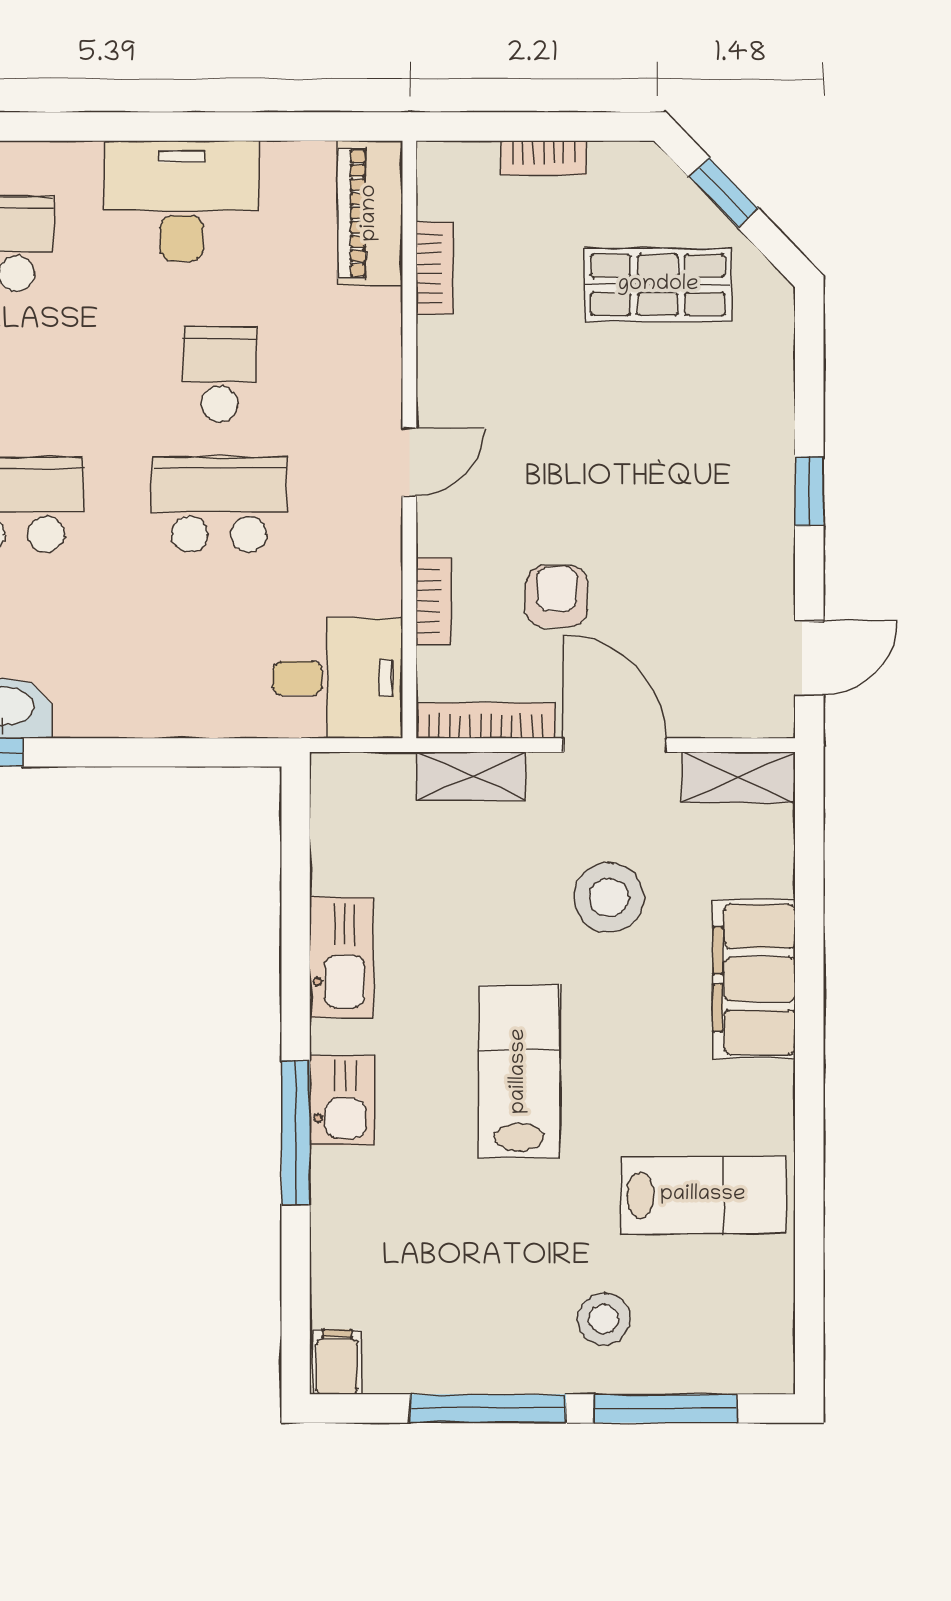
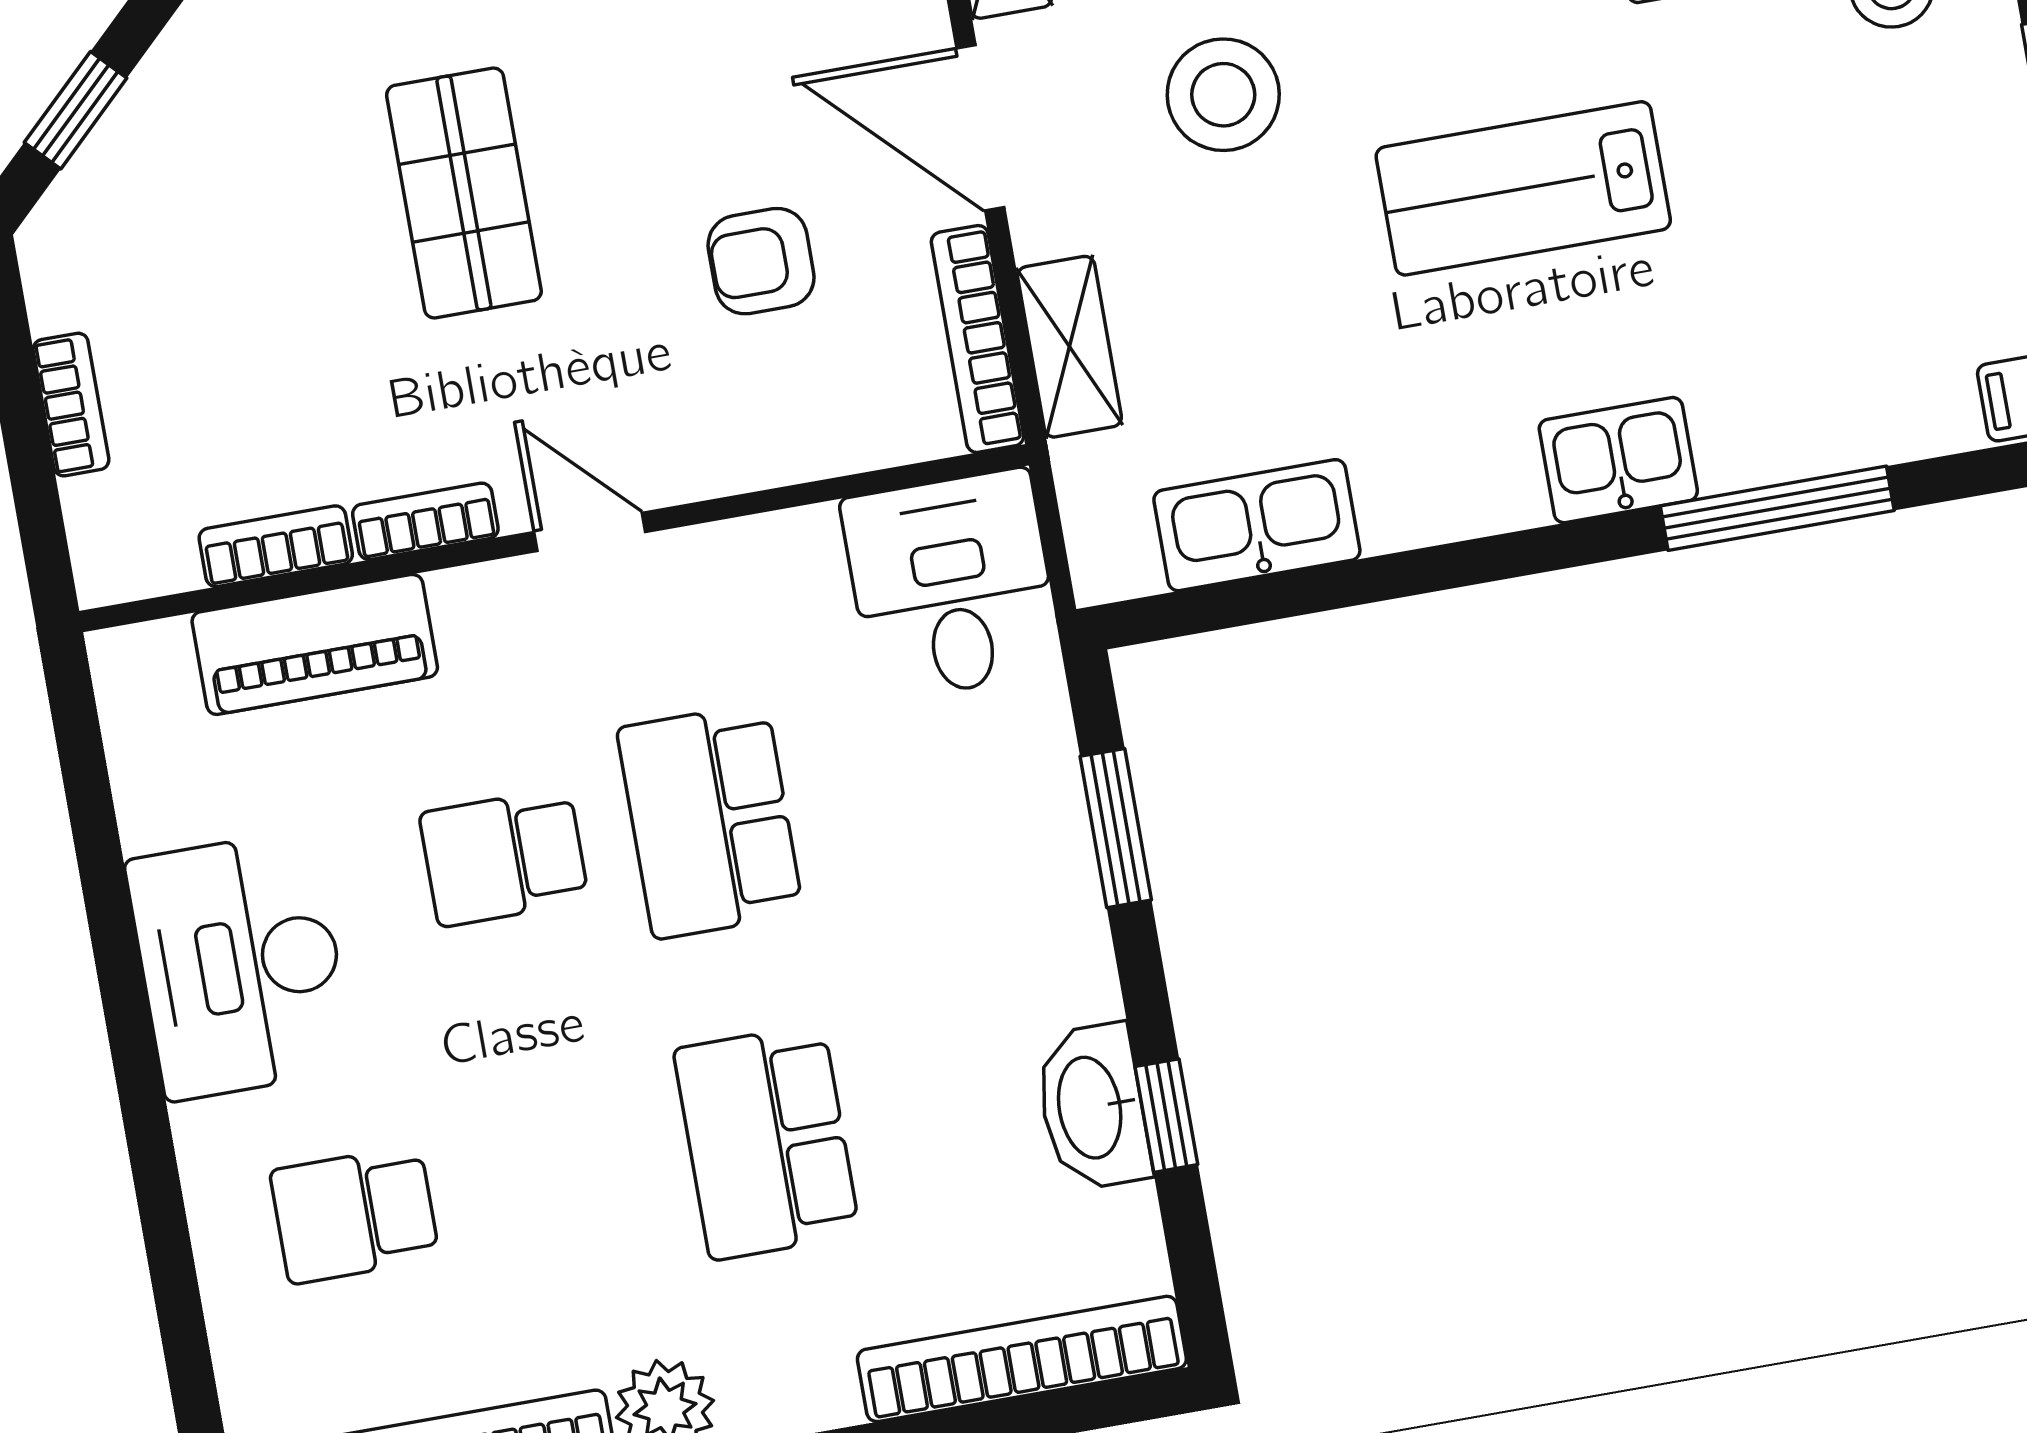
piano: (370, 213) -> (315, 644), moved
shop shelf: (658, 285) -> (464, 193), moved
bookcase: (434, 601) -> (425, 521), moved
door: (615, 745) -> (980, 128), hinge flipped
window: (171, 752) -> (1116, 828), added
kitchen sink: (341, 957) -> (1257, 525), moved
window: (296, 1132) -> (1777, 508), moved

